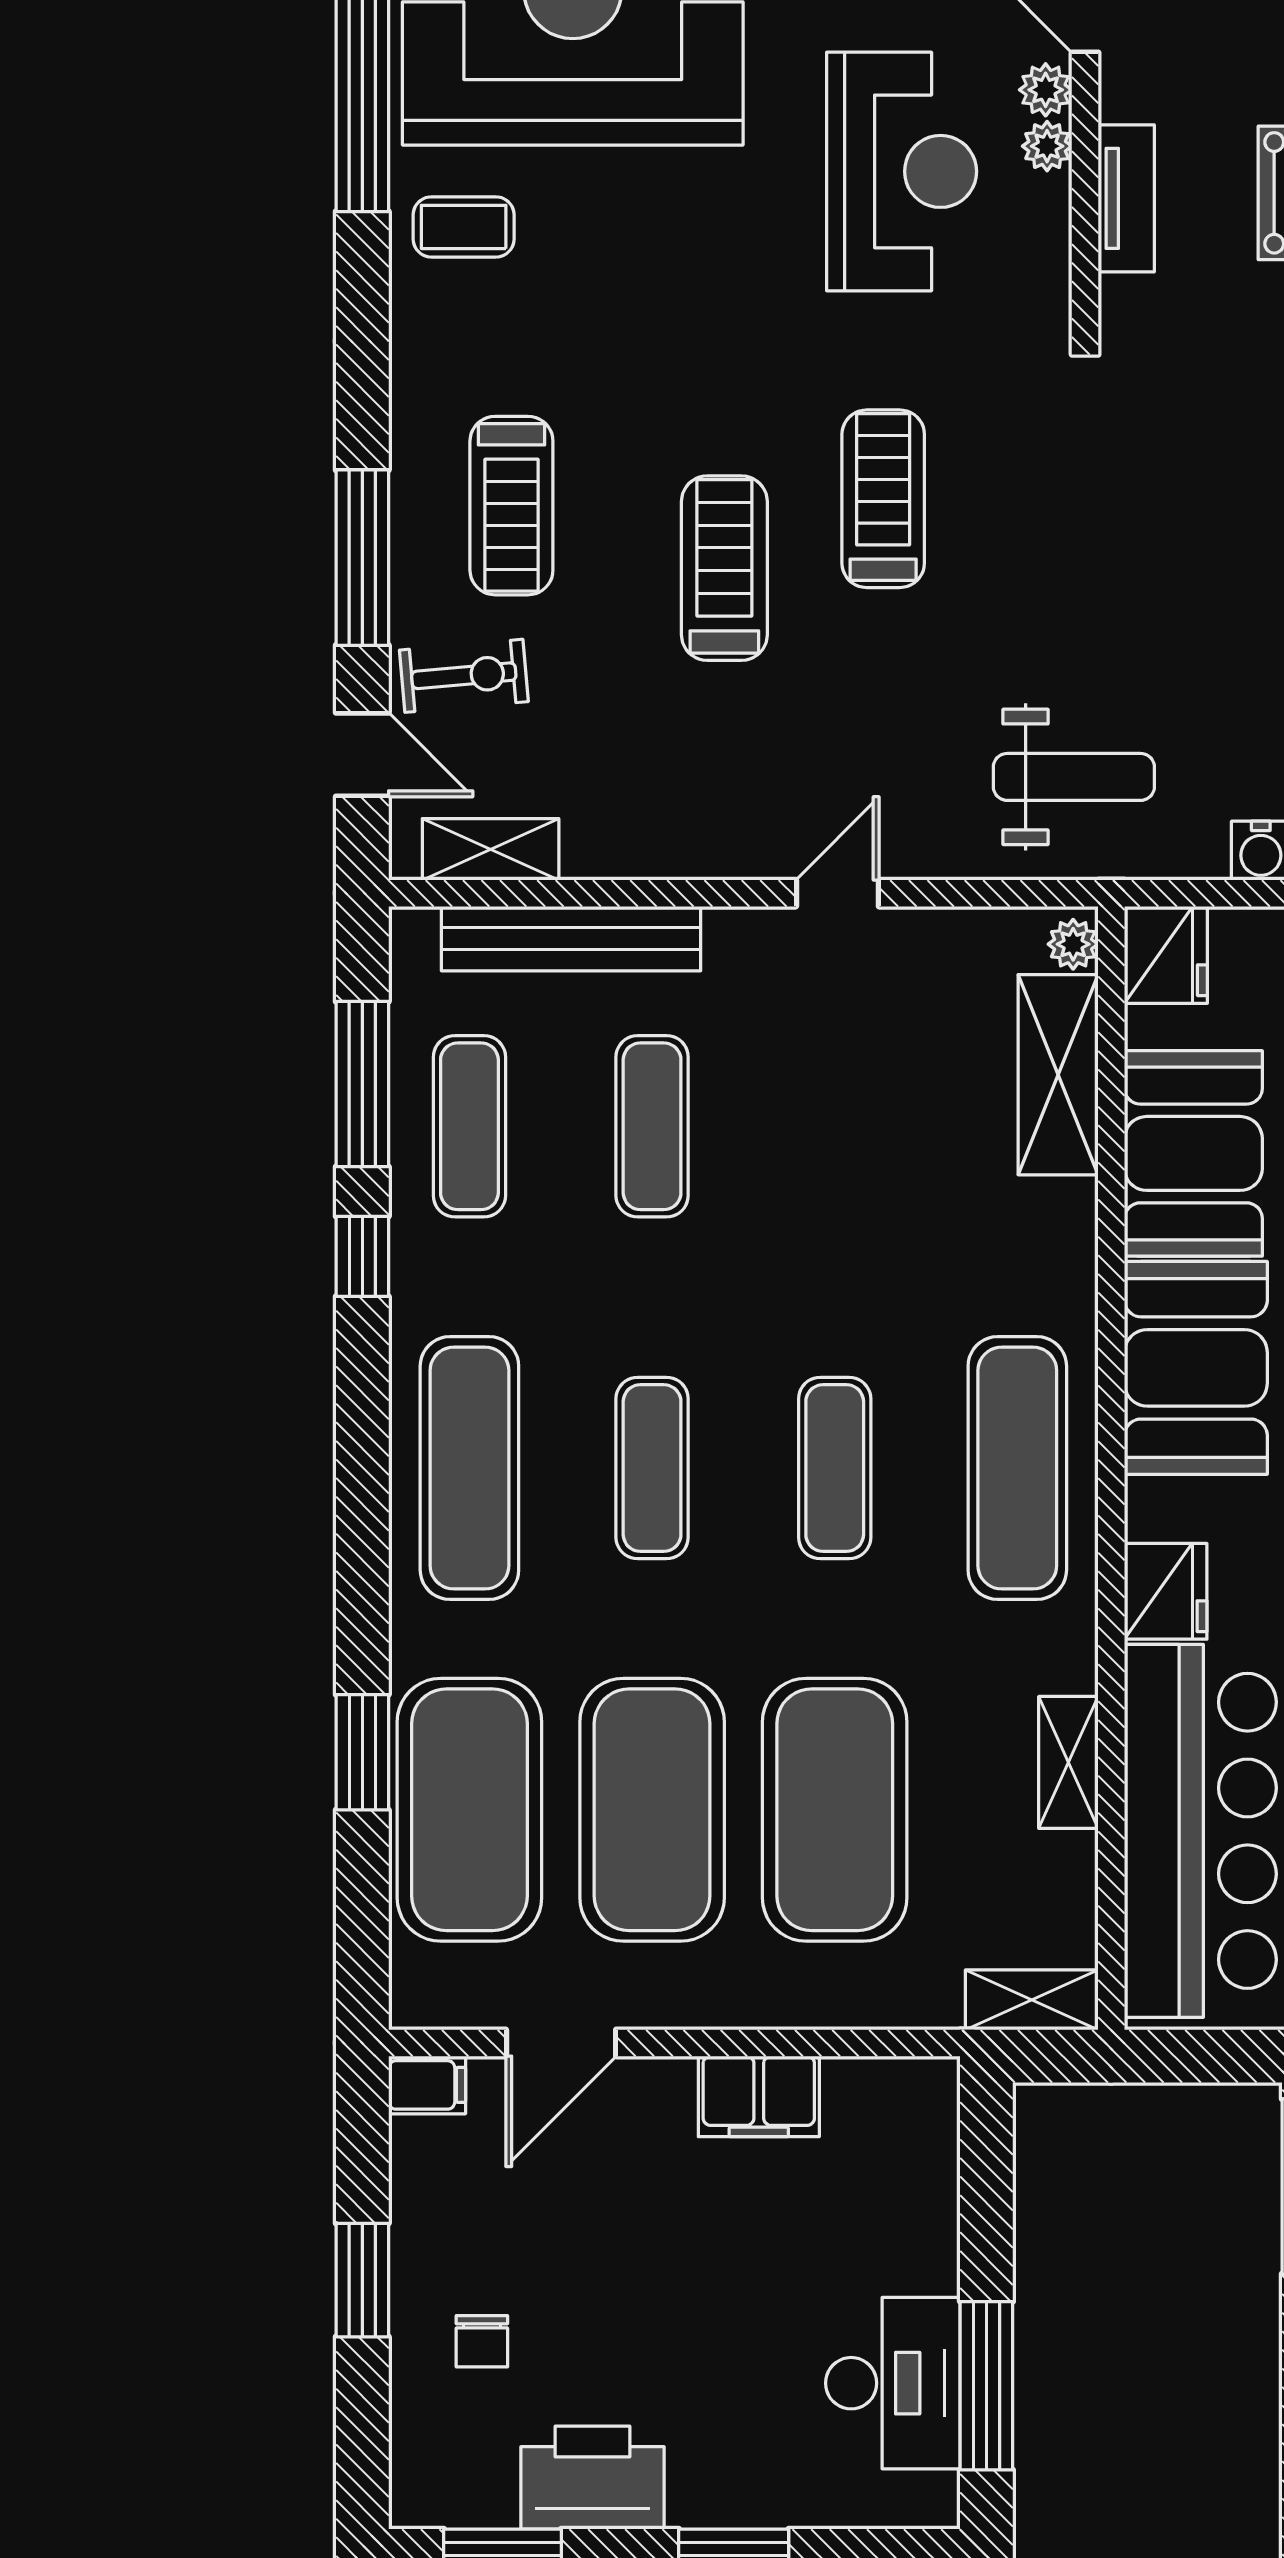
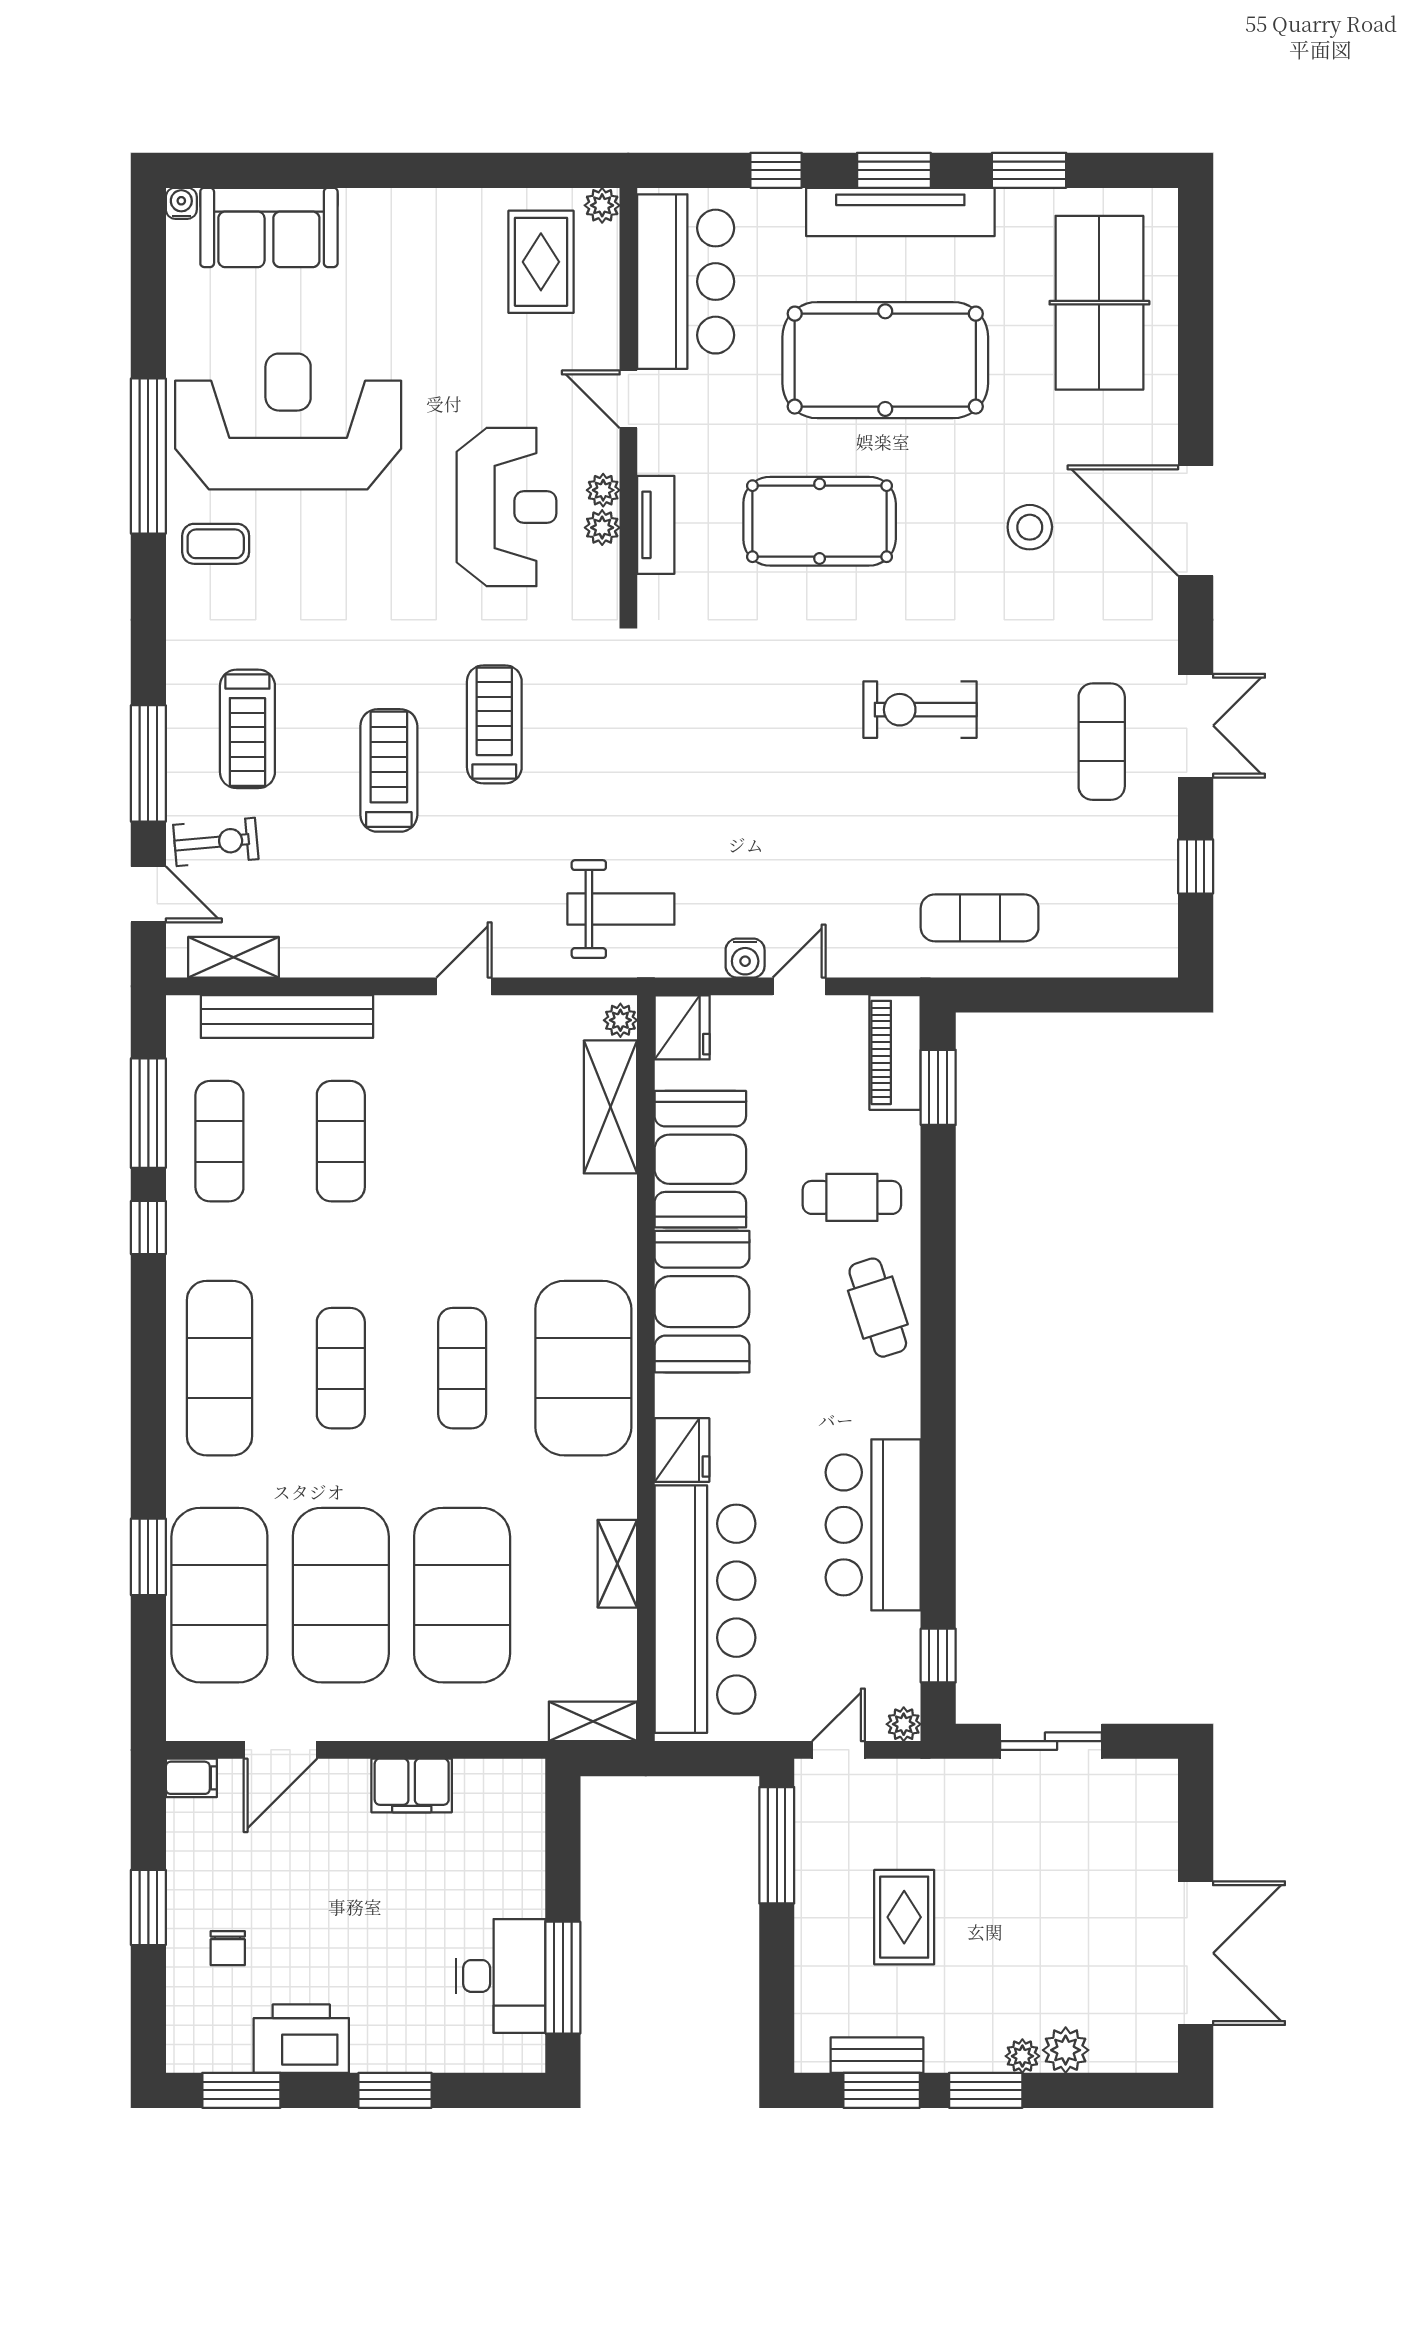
plant: (1046, 90) -> (602, 528), moved
exercise mat: (1017, 1468) -> (583, 1368), width x1.47

